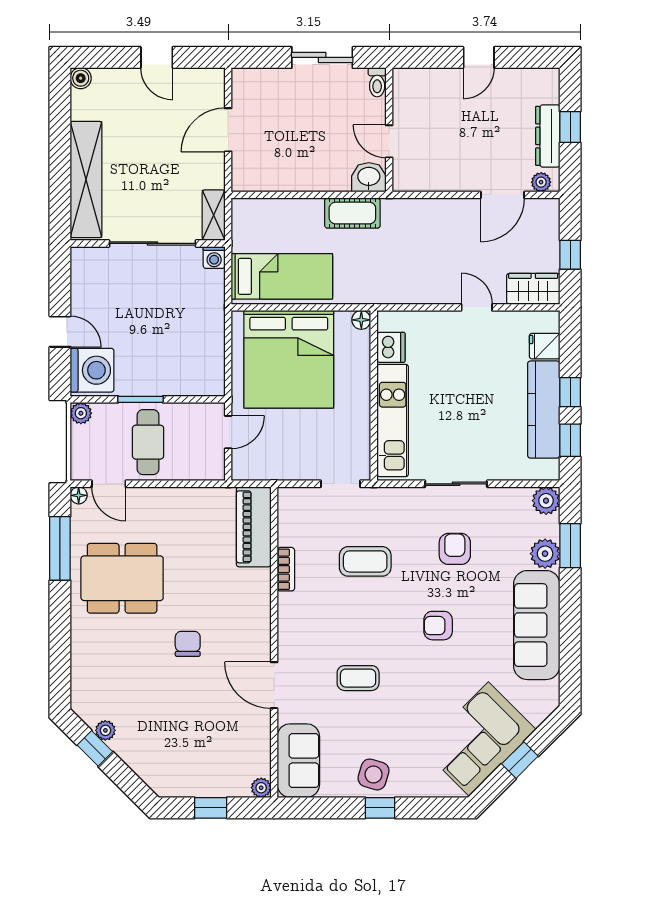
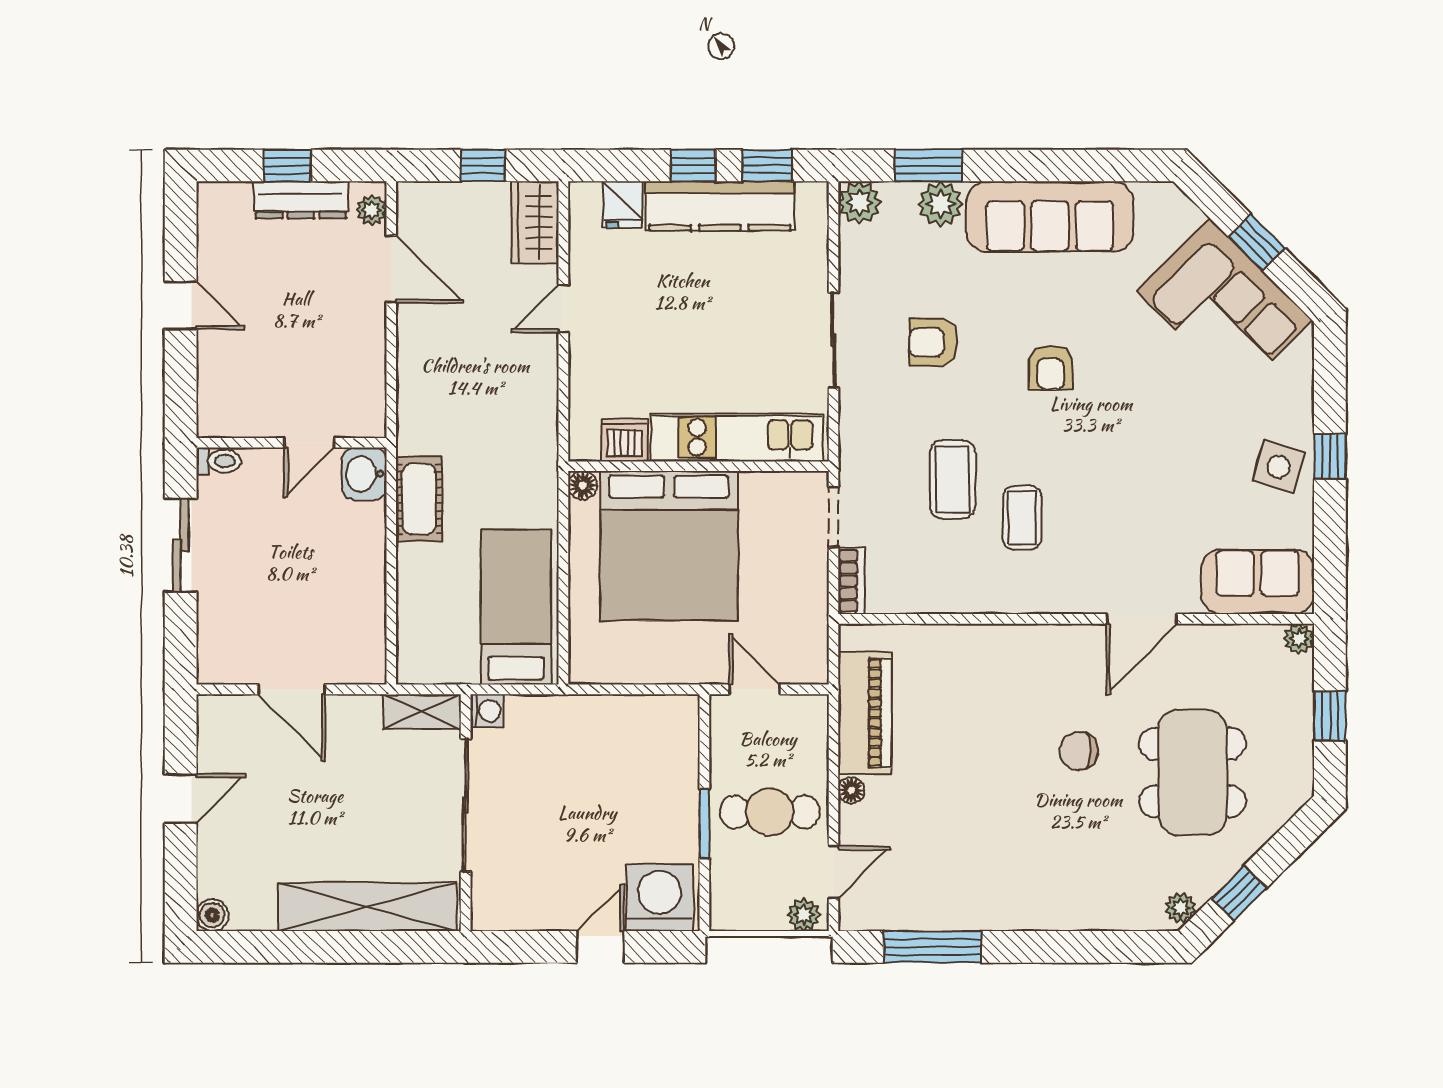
bed: (289, 359) -> (669, 546), moved, turned 90
plant: (81, 413) -> (804, 915), moved
floor lamp: (79, 495) -> (851, 790), moved
piano: (254, 527) -> (865, 713), moved, turned -90
bookcase: (286, 569) -> (852, 581), moved, turned 90
dining table: (122, 578) -> (1192, 772), moved
coffee table: (358, 678) -> (1022, 518), moved
plant: (105, 730) -> (1181, 908), moved

